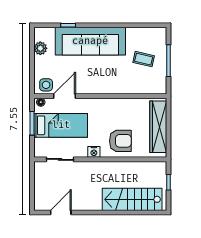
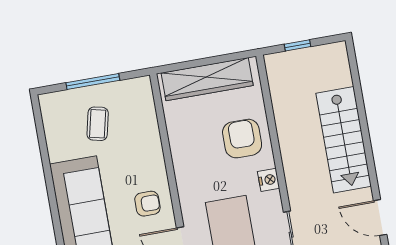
armchair: (92, 80) -> (147, 204), added
stairs: (132, 199) -> (344, 140), moved

